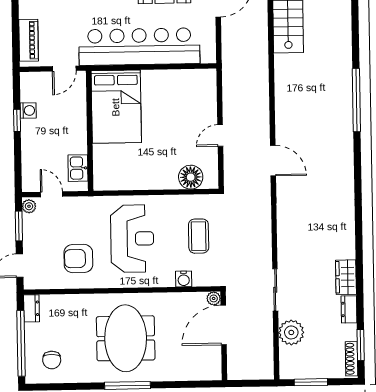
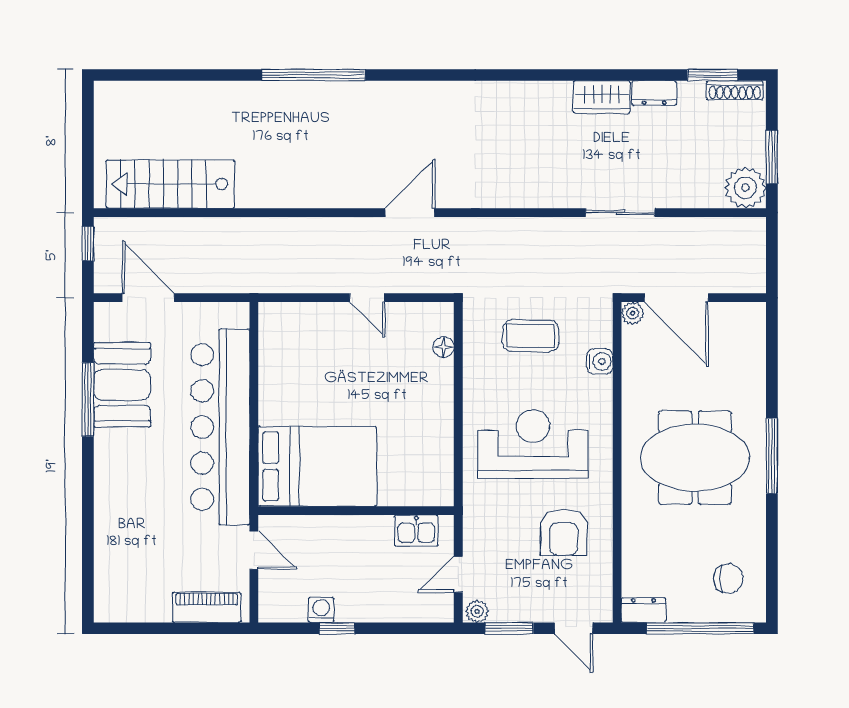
floor lamp: (191, 177) -> (444, 347), width x0.53, depth x0.53
plant: (291, 332) -> (745, 188), moved

